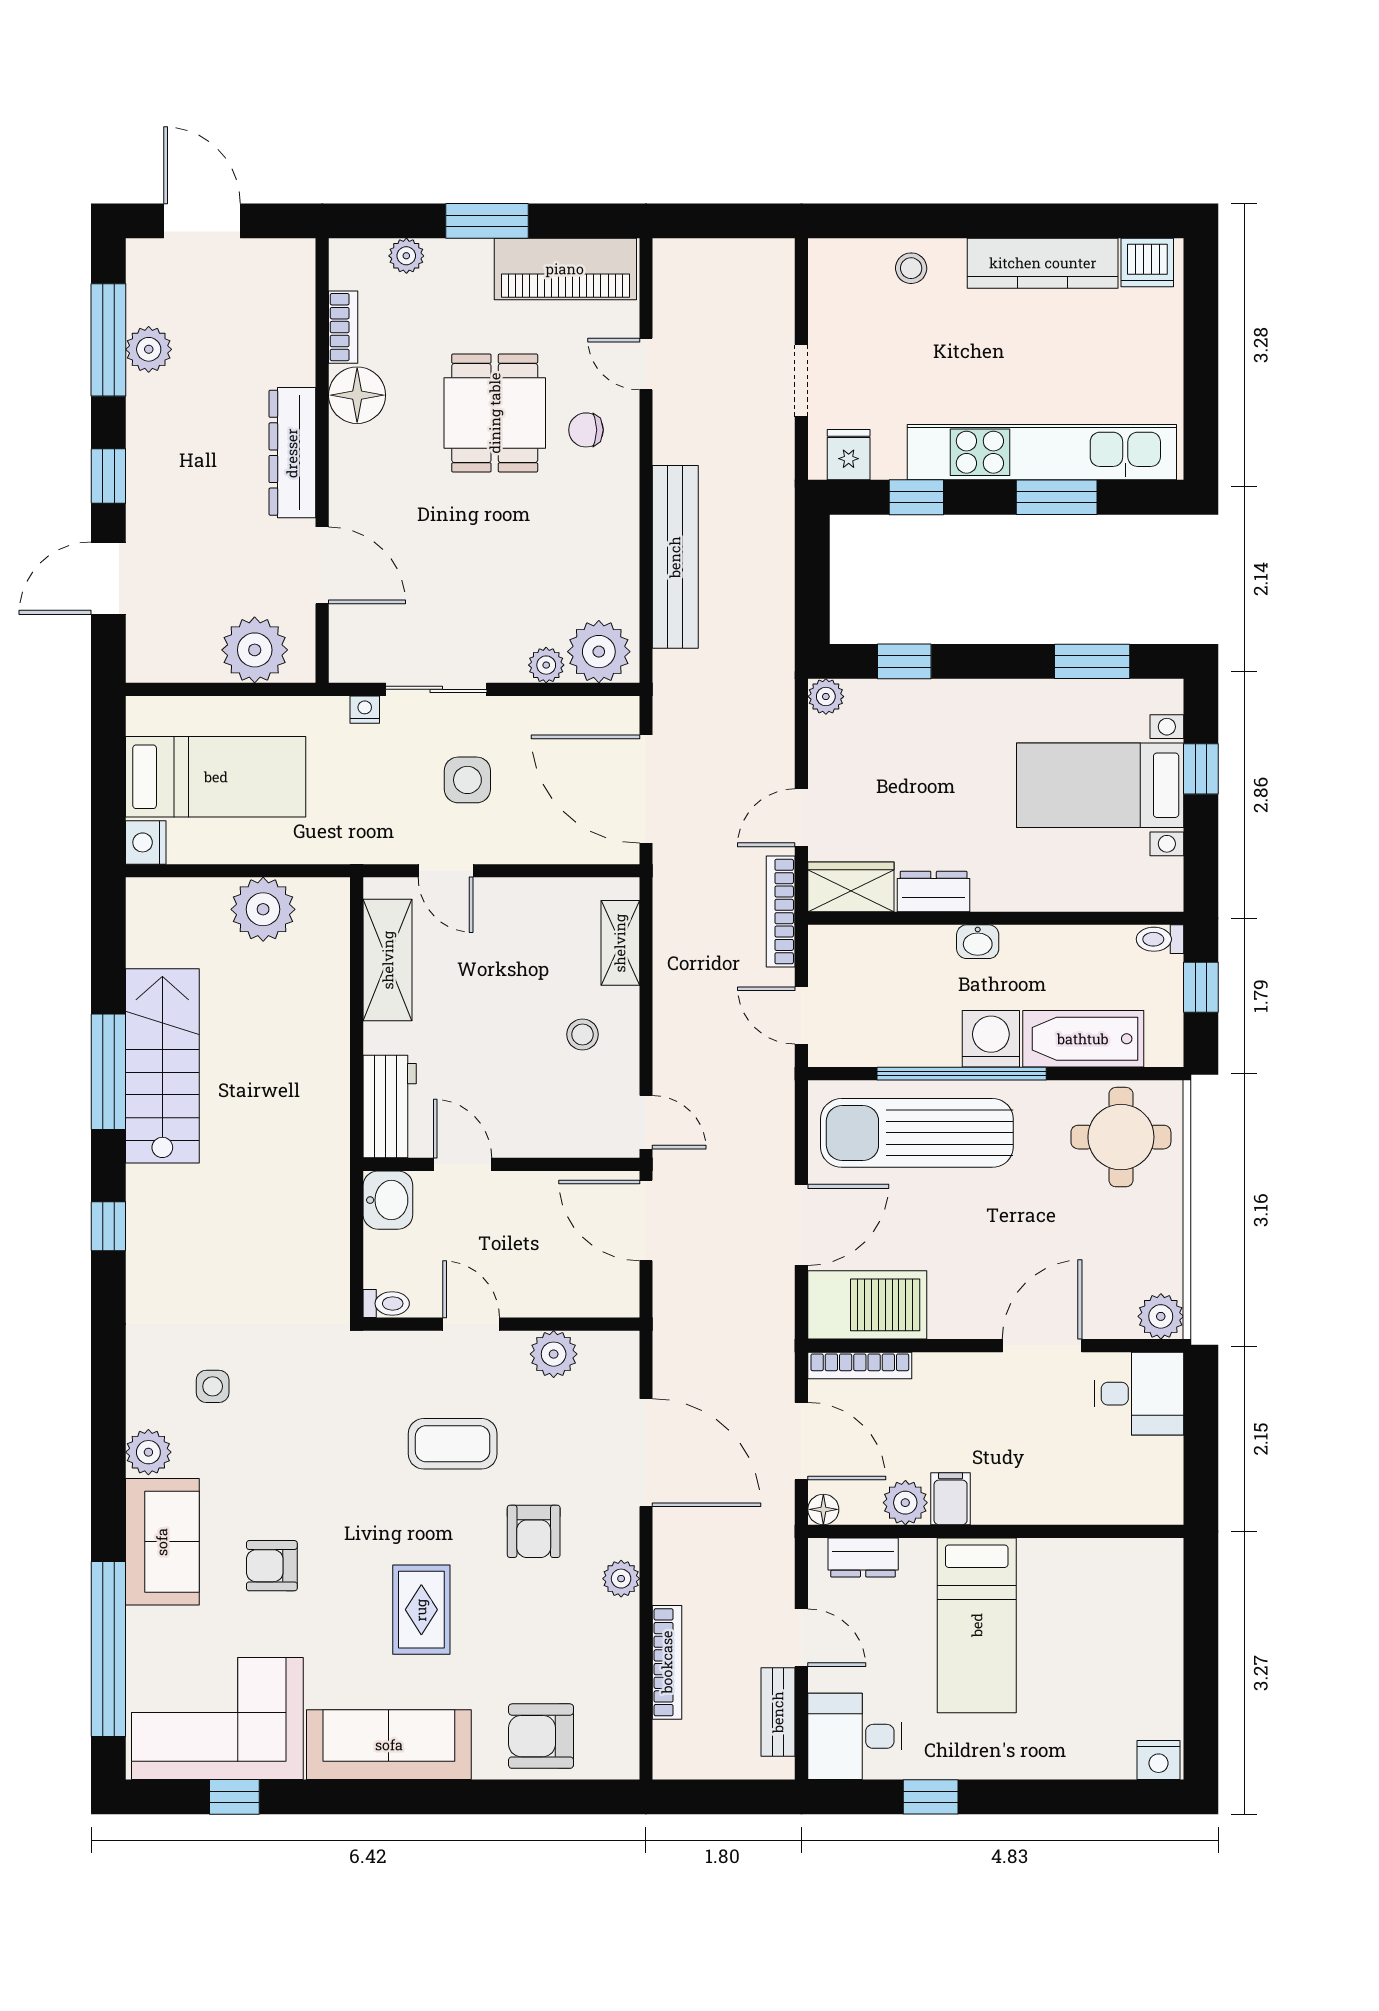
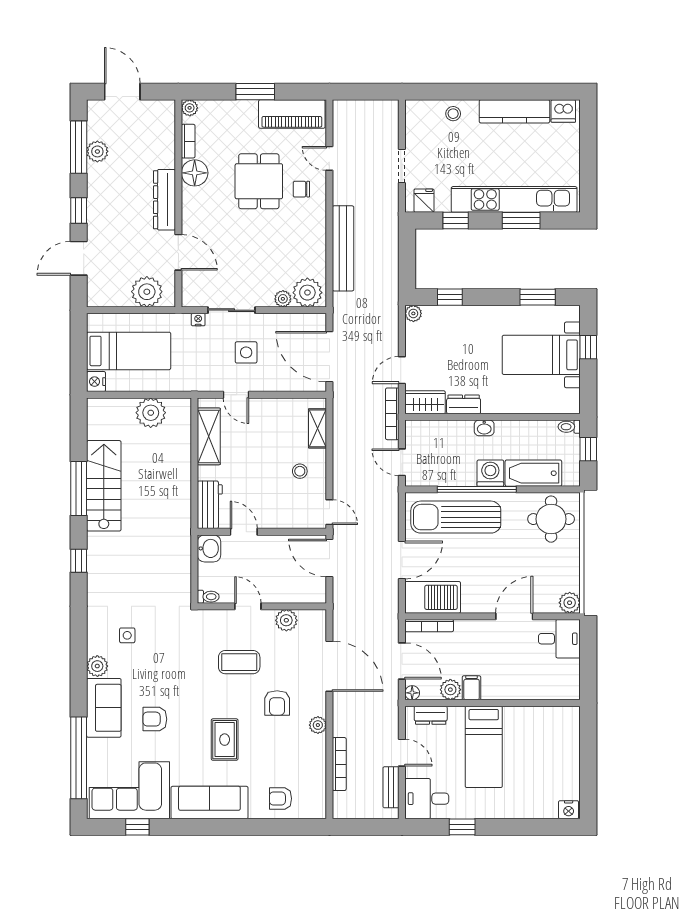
plant: (406, 256) -> (190, 108), moved
armchair: (541, 1736) -> (280, 799), width x0.72, depth x0.72

